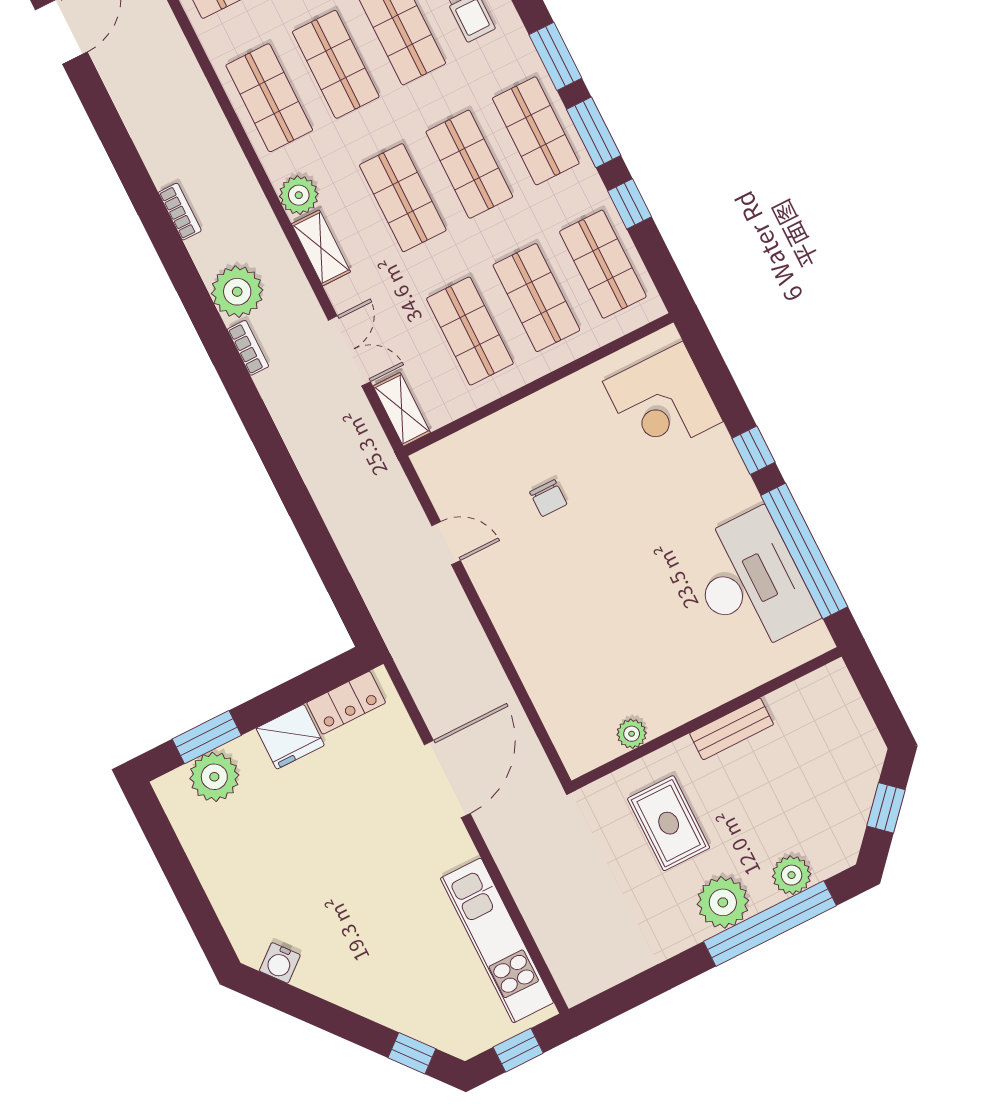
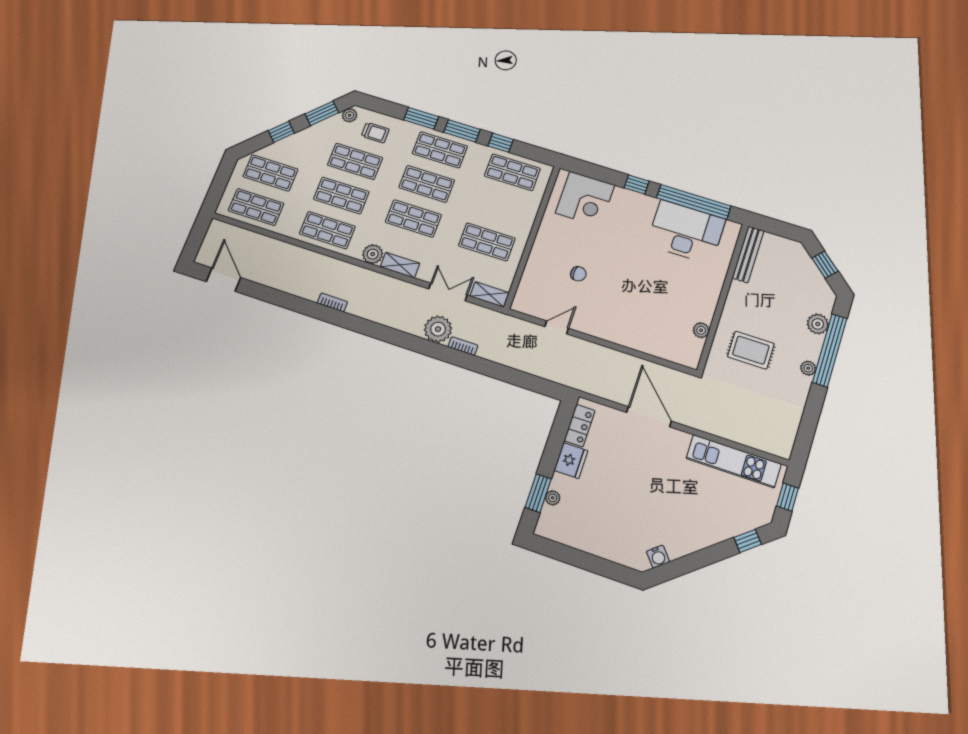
plant: (237, 292) -> (438, 329), moved
shop shelf: (536, 298) -> (500, 207), removed
bookcase: (248, 348) -> (463, 346), moved
bench: (732, 729) -> (748, 254), moved, width x1.36
plant: (214, 777) -> (553, 498), width x0.53, depth x0.53
plant: (723, 902) -> (808, 368), width x0.53, depth x0.53

